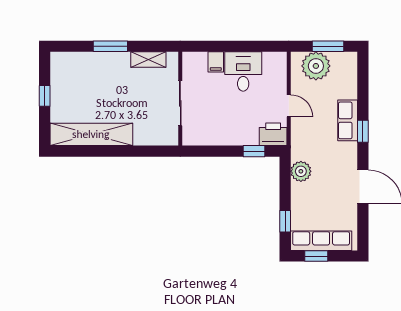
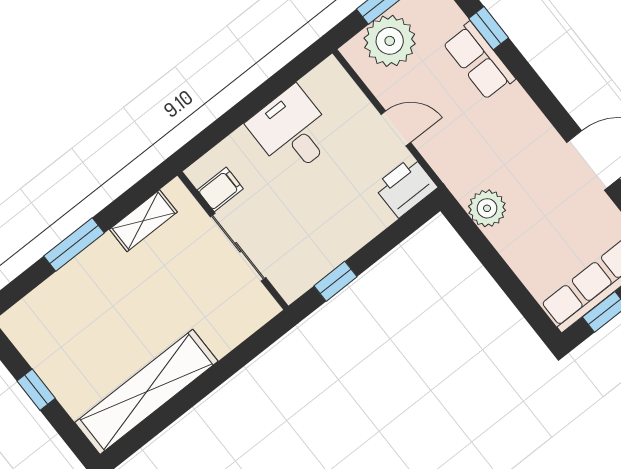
filing cabinet: (216, 62) -> (220, 189), moved, turned -90
row of seats: (348, 120) -> (479, 61), moved
window: (363, 131) -> (489, 28), moved
window: (254, 151) -> (335, 281), moved
window: (285, 221) -> (521, 297), removed

